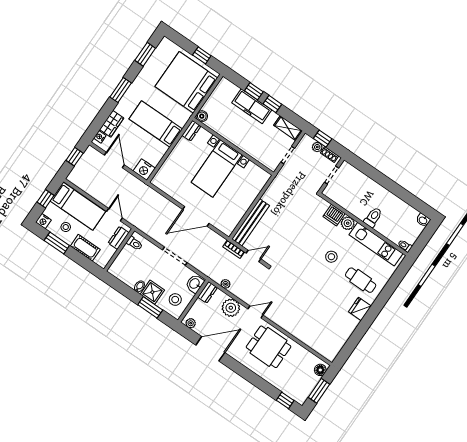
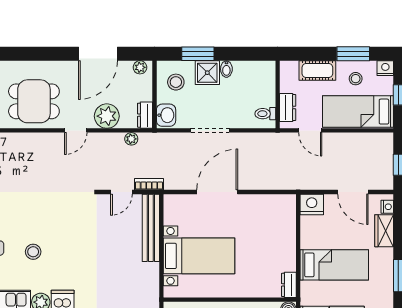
bed with nightstands: (217, 168) -> (199, 256), moved, turned 90

